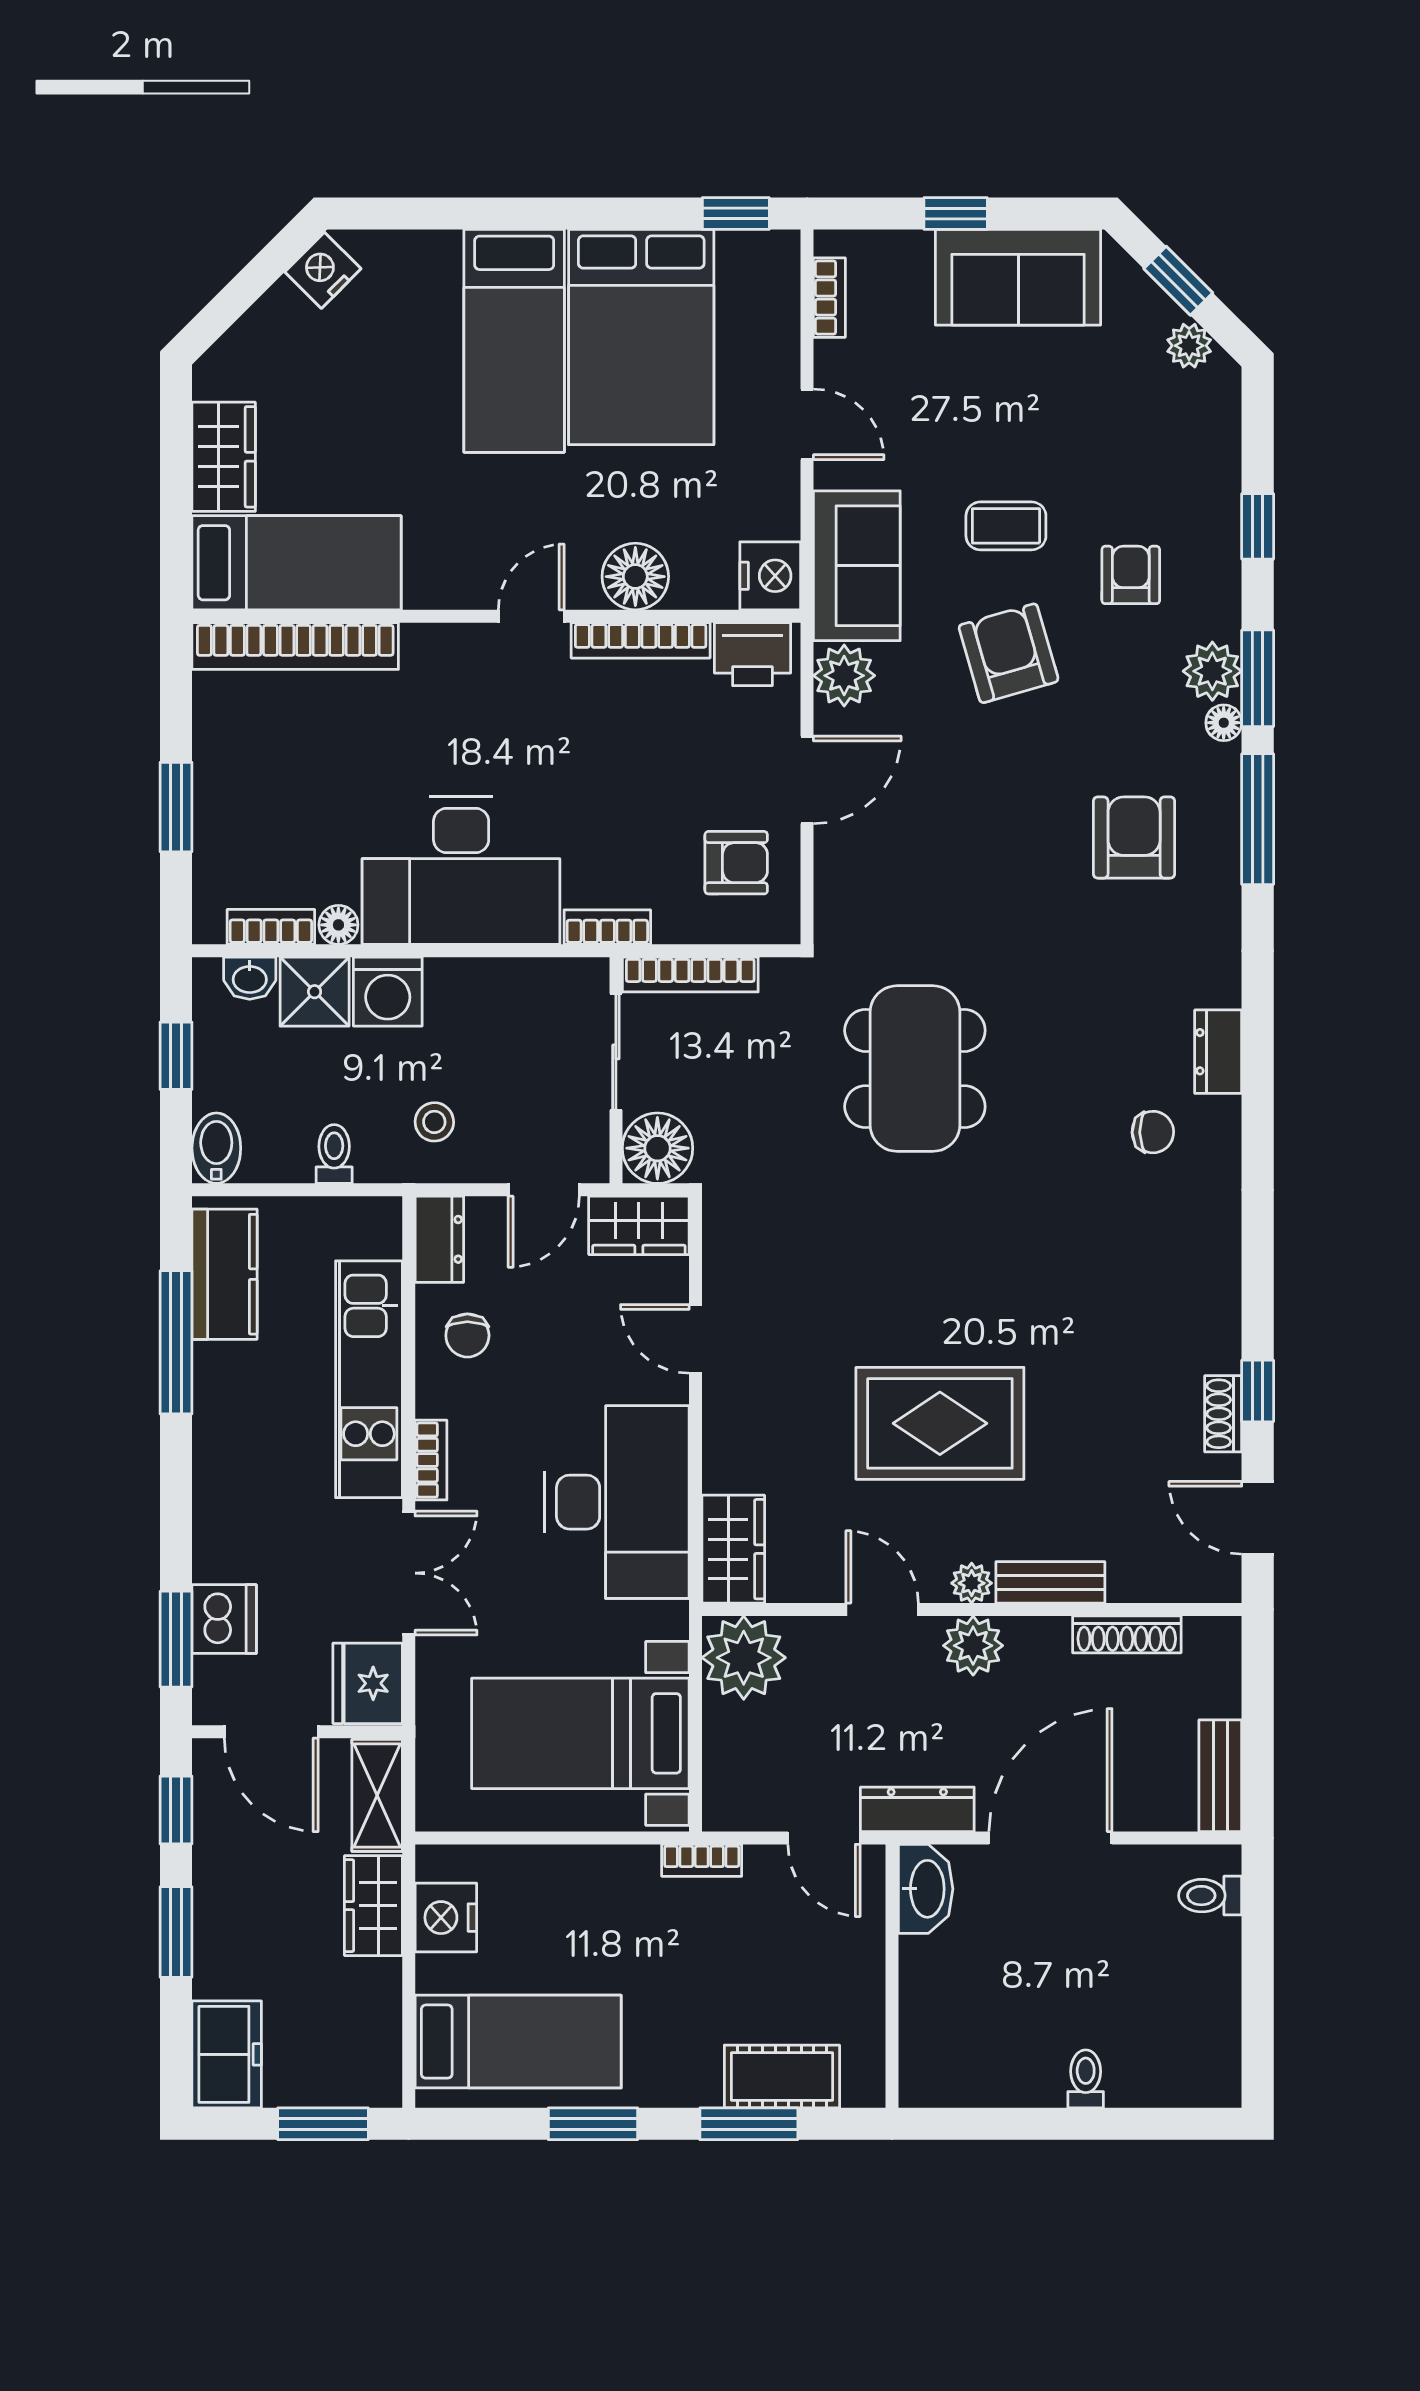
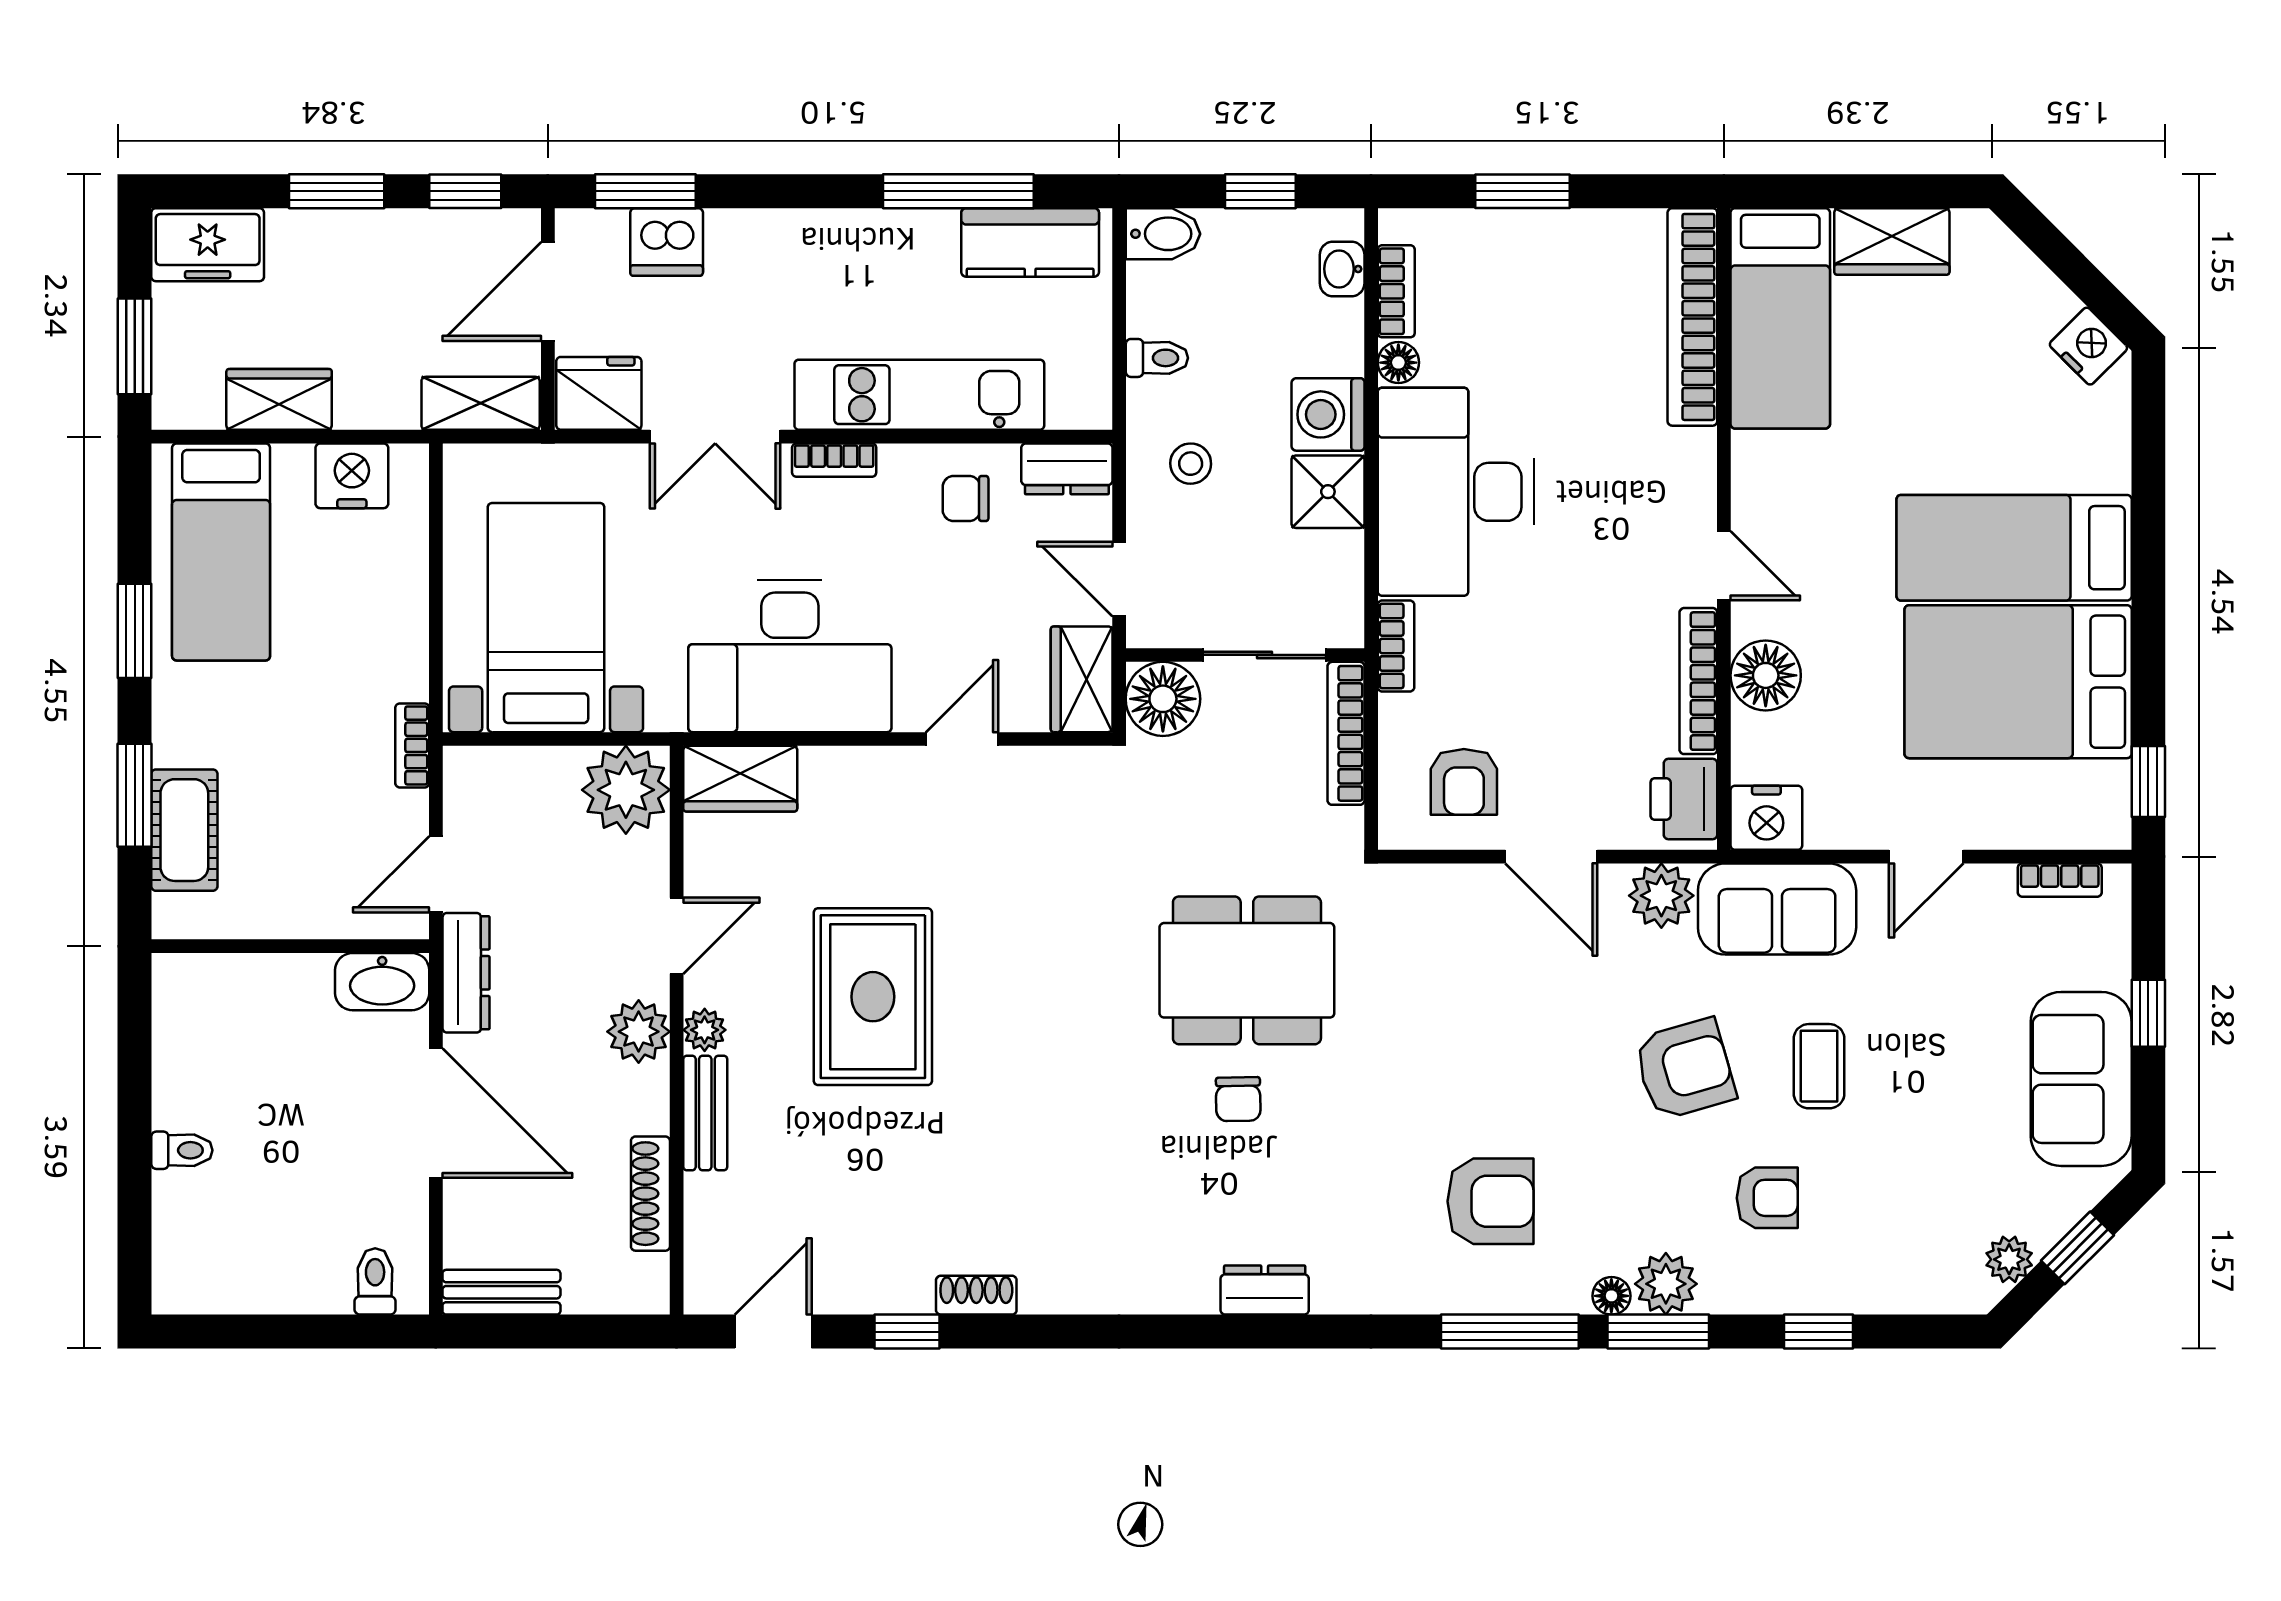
shower: (315, 992) -> (1328, 492), moved
chair: (1153, 1132) -> (1238, 1099), moved
shoe rack: (1223, 1414) -> (976, 1295), moved
wardrobe: (373, 1906) -> (279, 399), moved

